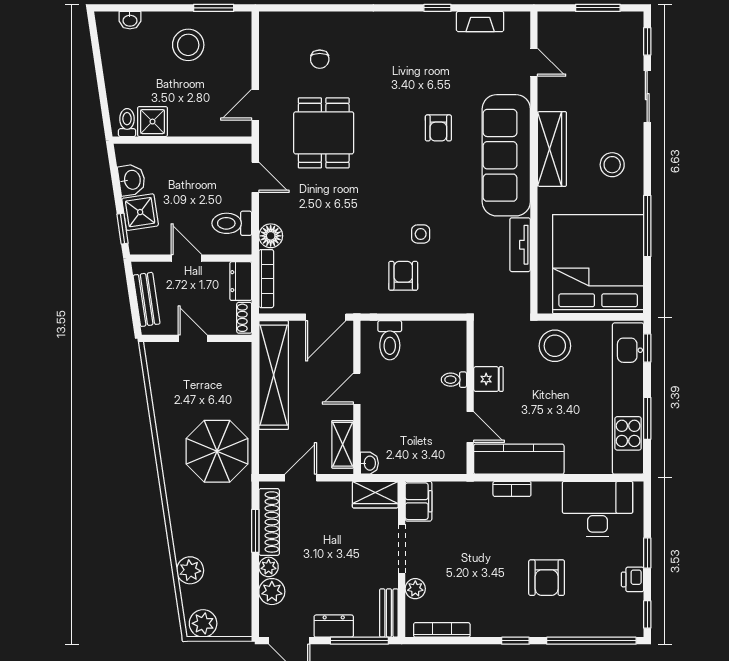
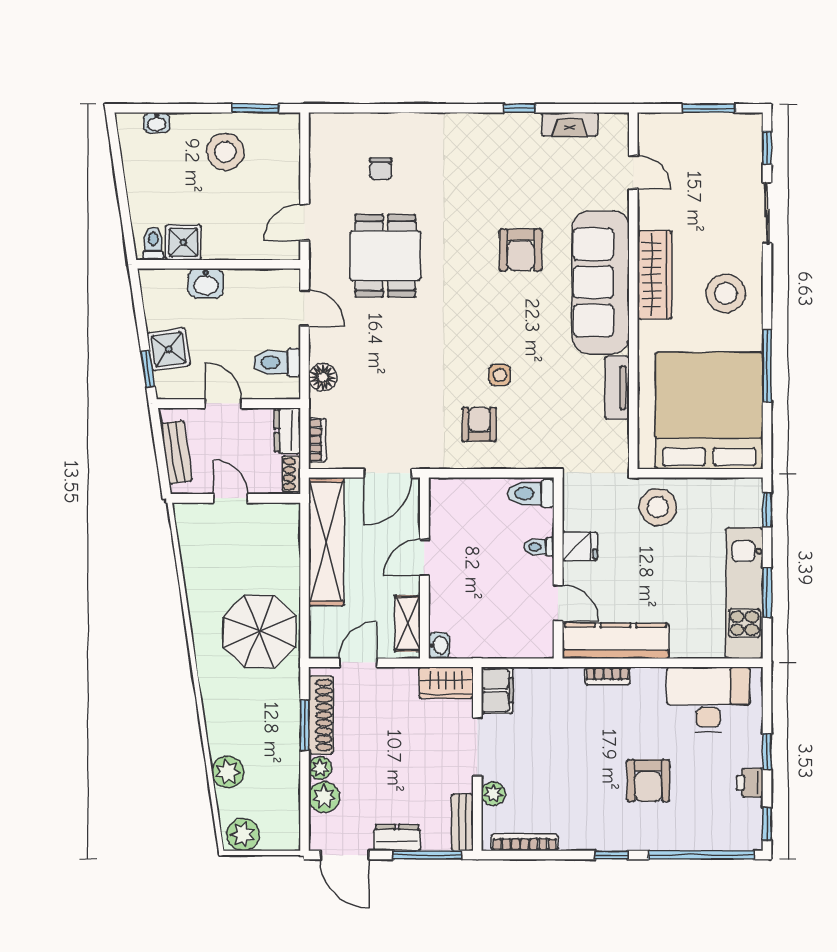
armchair: (438, 128) -> (521, 250), width x1.38, depth x1.38
stool: (612, 165) -> (726, 293), width x1.38, depth x1.38
washbasin: (132, 180) -> (206, 283), moved, turned 98
bookcase: (266, 279) -> (317, 440), width x0.64
toilet: (390, 340) -> (531, 493), moved, turned 90
kitchen unit: (628, 399) -> (744, 593), width x0.73

